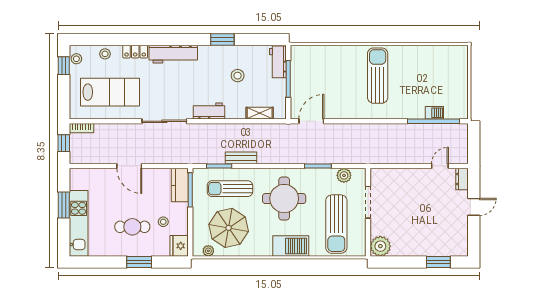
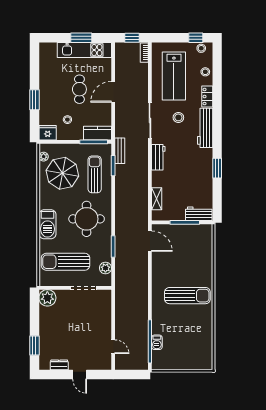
stool: (238, 76) -> (178, 117), moved
bench: (241, 158) -> (120, 151), moved
dresser: (462, 179) -> (59, 365), moved
kitchen unit: (79, 223) -> (84, 50), moved
cafe table: (132, 227) -> (79, 89), moved

